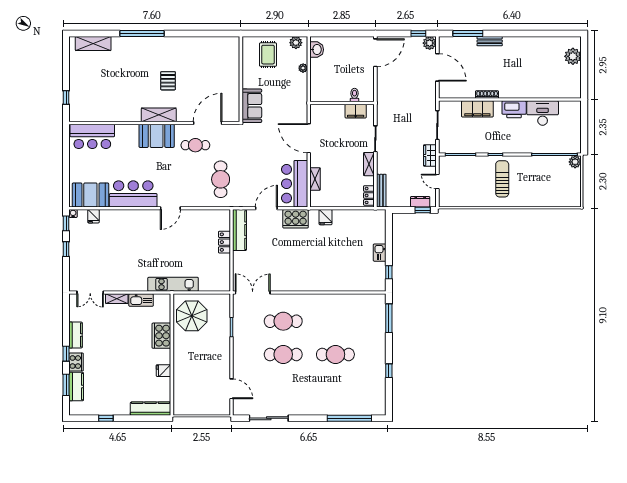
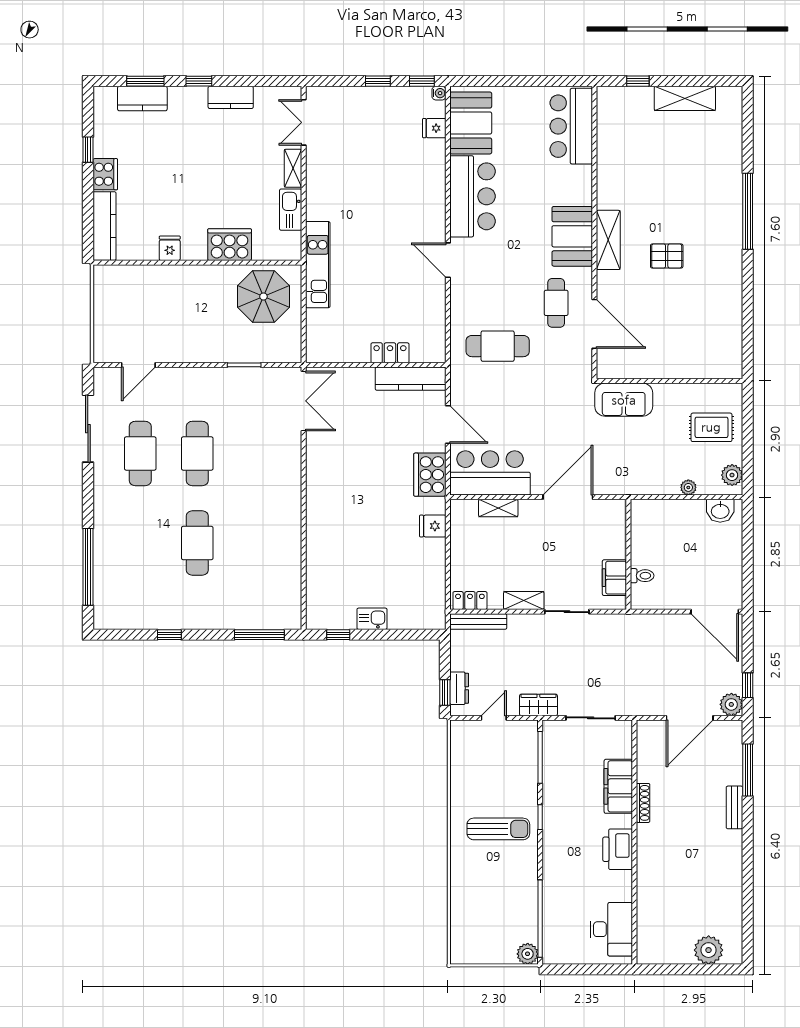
shelving: (93, 44) -> (685, 98), moved, turned 90
desk: (543, 113) -> (611, 929), moved
cafe table: (283, 321) -> (140, 453), moved
cooker: (76, 362) -> (105, 174), moved, turned -90

